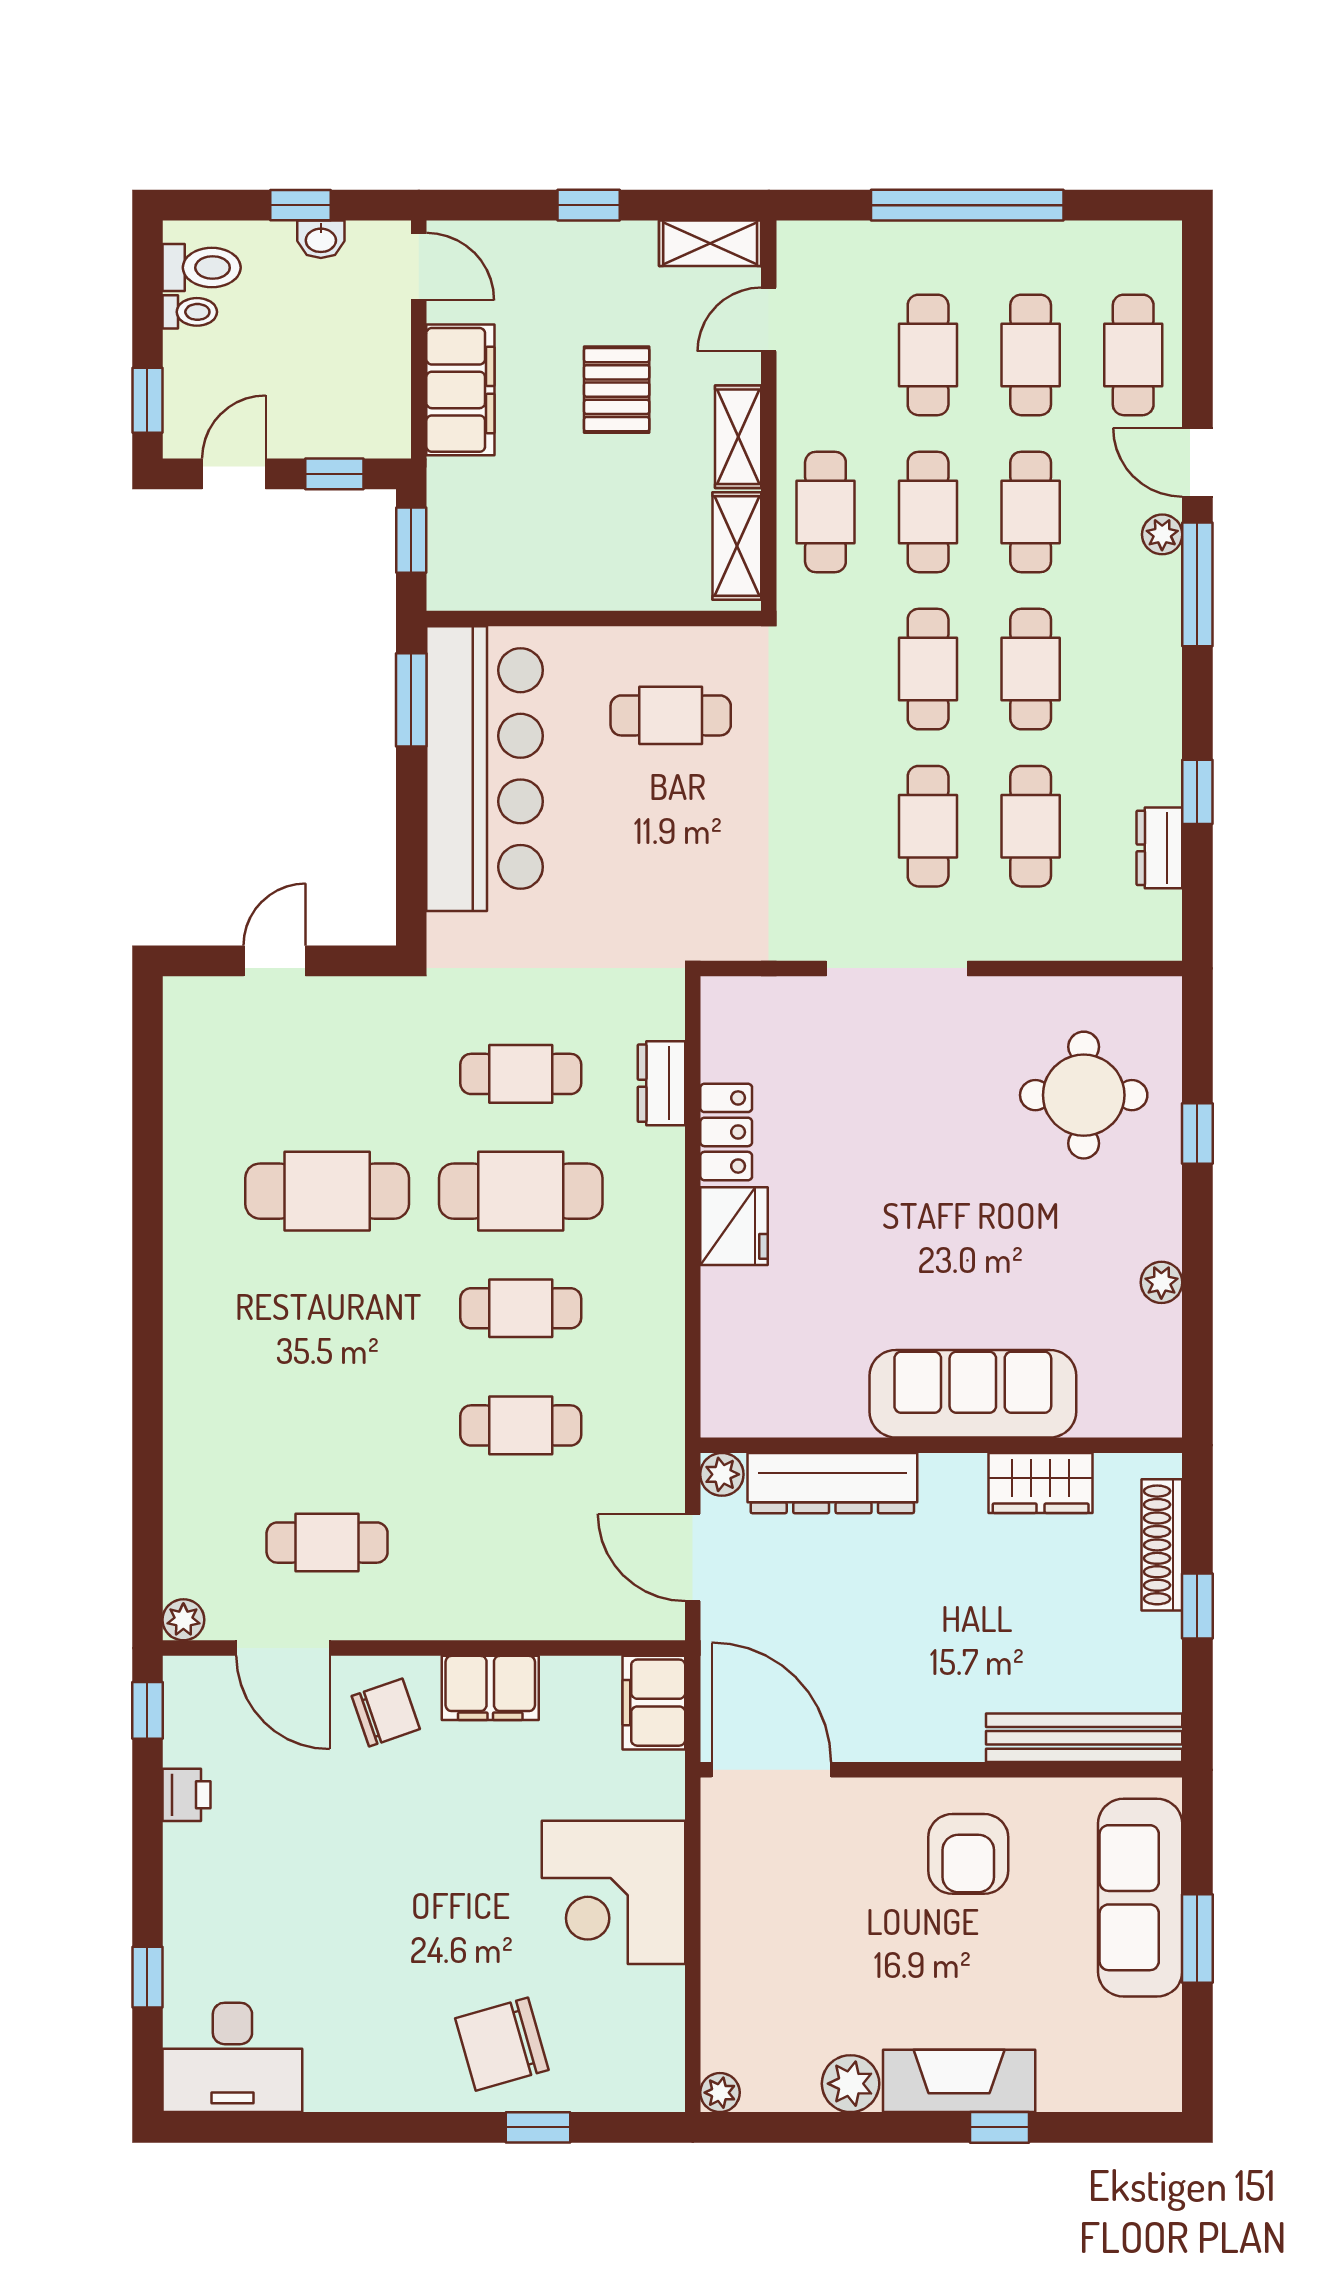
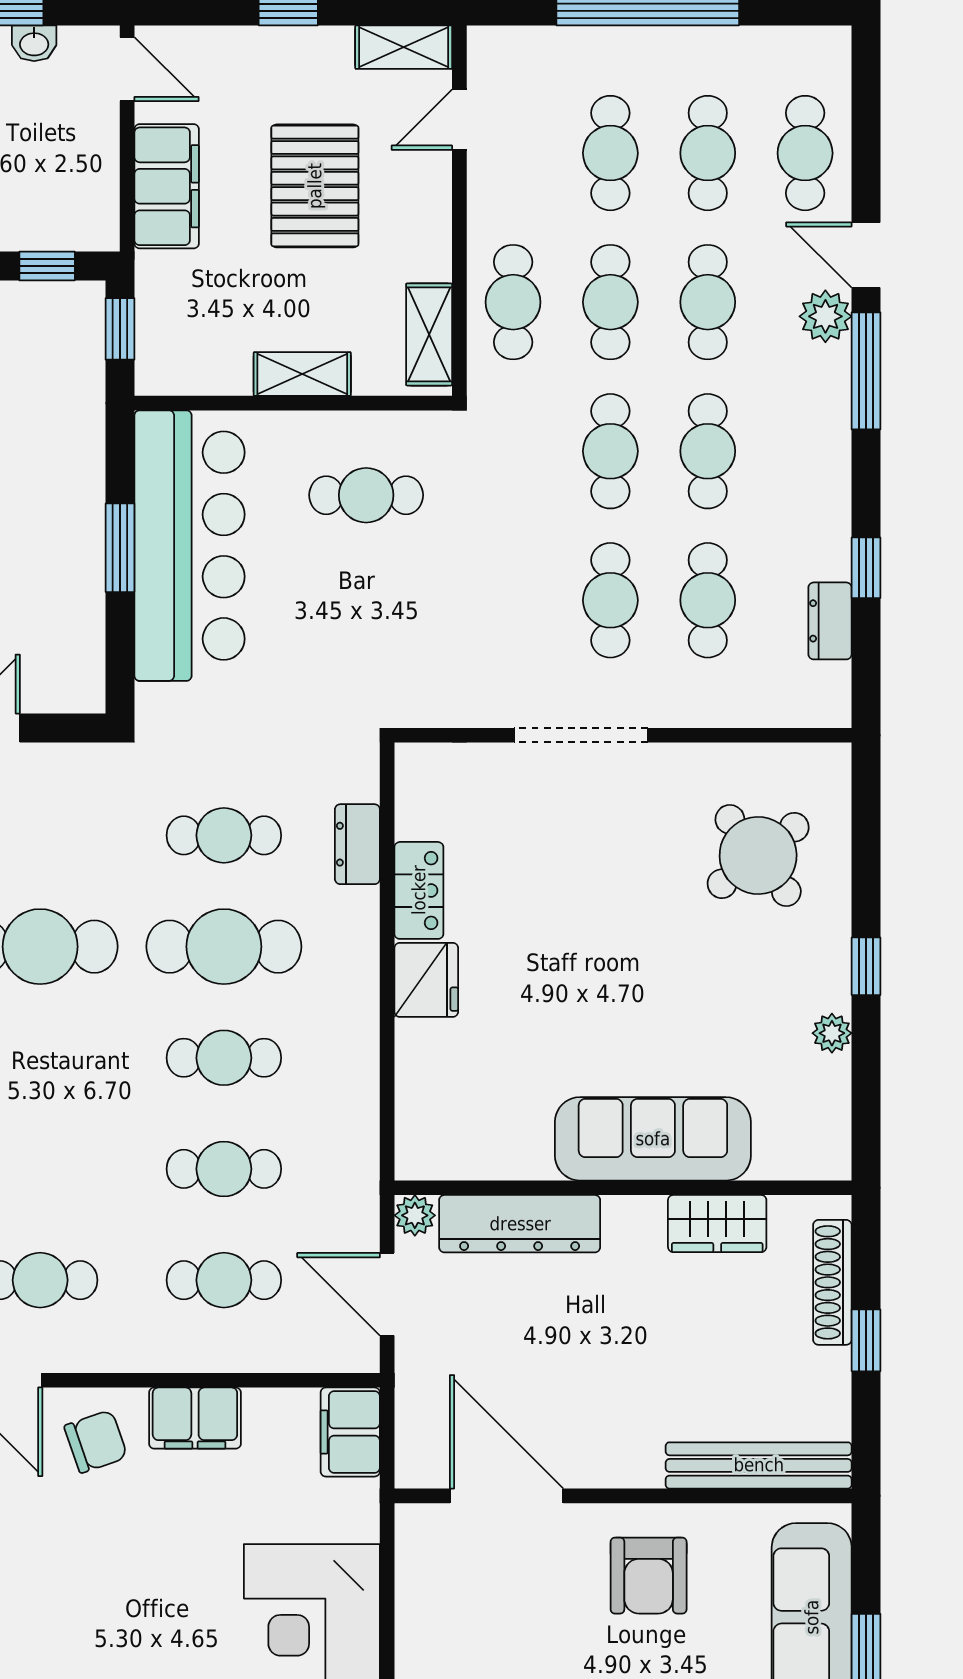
pallet: (617, 390) -> (315, 186), width x1.50, depth x1.42
shelving: (738, 437) -> (302, 374), moved, turned 90
plant: (1162, 534) -> (825, 316), width x1.38, depth x1.38
window: (411, 700) -> (120, 548), moved
round table: (1084, 1095) -> (758, 855), turned -38
window: (1197, 1133) -> (866, 966), moved
cafe table: (521, 1543) -> (224, 1280), added
door: (771, 1770) -> (507, 1496), moved

